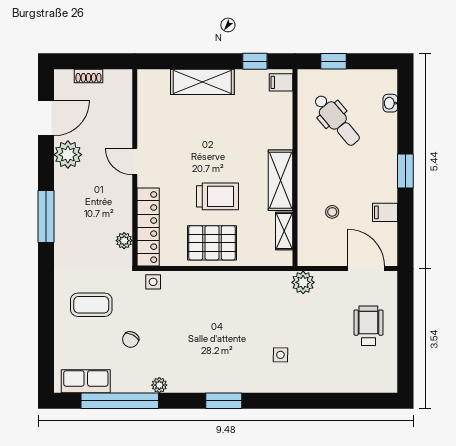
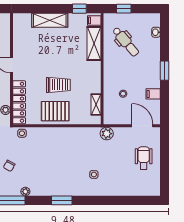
shelving: (280, 180) -> (94, 43), moved

